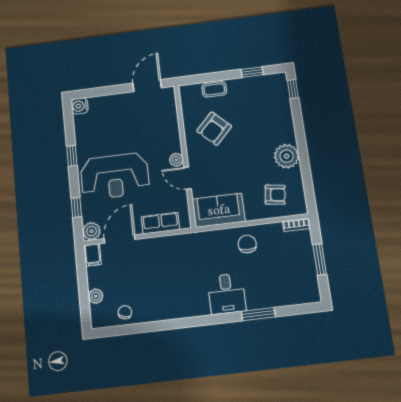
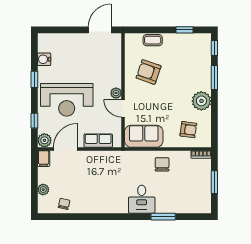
water cooler: (80, 106) -> (44, 59), moved
window: (299, 125) -> (214, 78), added
armchair: (214, 129) -> (149, 72), turned 65

